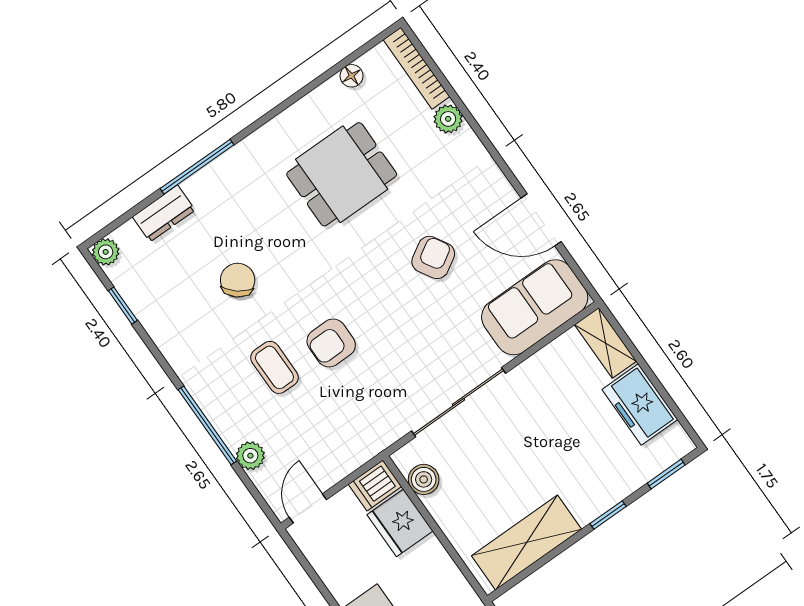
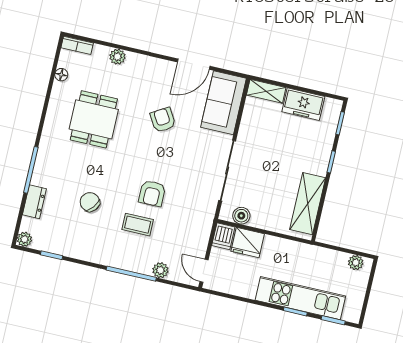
bookcase: (417, 68) -> (77, 45), width x0.64

